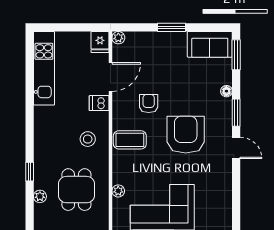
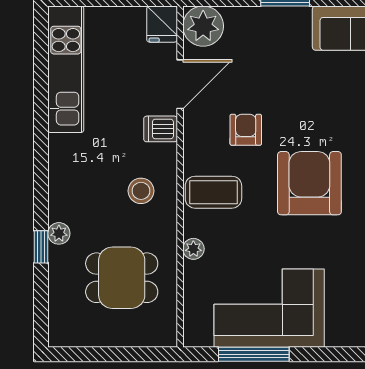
plant: (118, 38) -> (203, 26), width x1.87, depth x1.87
dining table: (76, 190) -> (122, 278), turned 90
plant: (118, 191) -> (193, 249), moved
plant: (40, 196) -> (59, 233), moved

